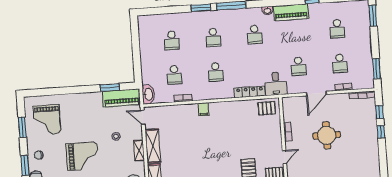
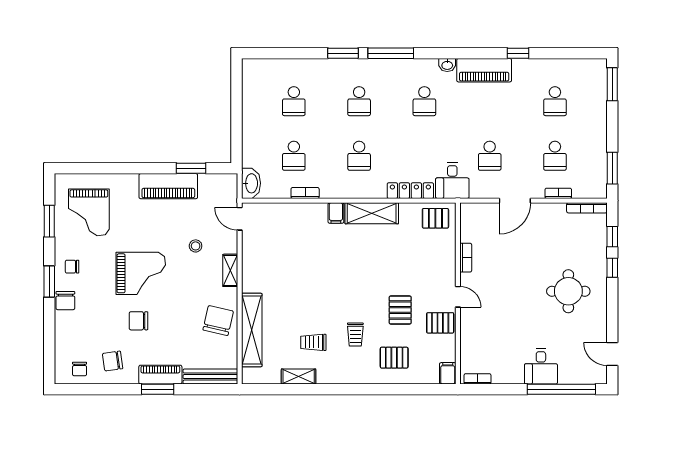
piano: (122, 98) -> (168, 186), moved
round table: (327, 135) -> (568, 291), moved
shelving: (153, 146) -> (372, 213), moved, turned 90
door: (284, 157) -> (458, 297), hinge flipped

